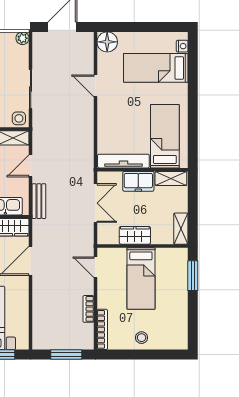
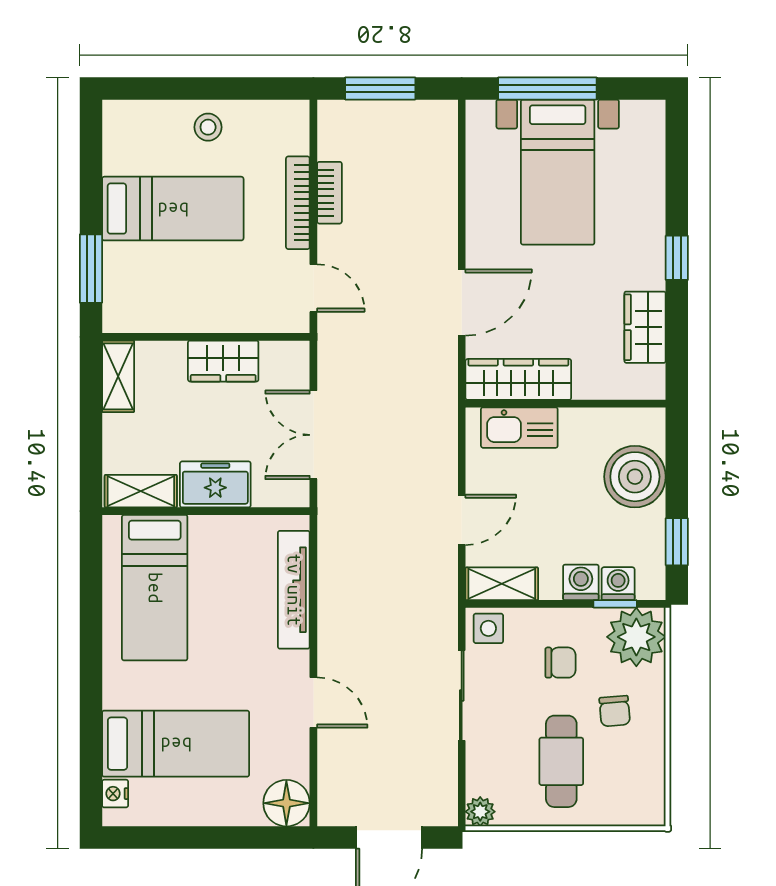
tv unit: (123, 161) -> (294, 590), moved, turned 90
bench: (39, 201) -> (443, 439), removed
bed: (141, 278) -> (173, 209), moved, turned 90
bookcase: (102, 329) -> (298, 203), moved

